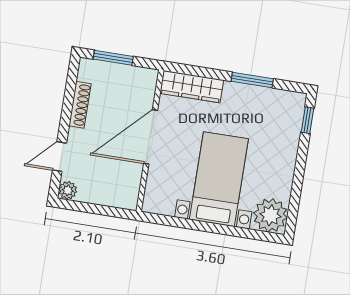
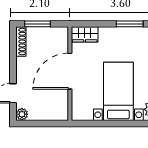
wardrobe: (192, 87) -> (85, 34), width x0.67
shoe rack: (80, 105) -> (21, 42), moved

